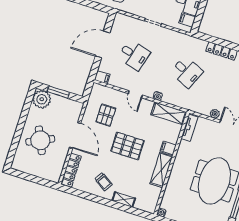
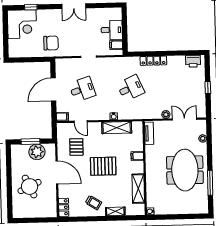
desk: (134, 55) -> (82, 89), turned -33
desk: (187, 72) -> (131, 88), turned -48
door: (135, 94) -> (81, 122), moved
plant: (42, 99) -> (37, 152), moved
shelving: (169, 113) -> (117, 128), moved
locker: (71, 170) -> (64, 207), width x0.66
shelving: (161, 170) -> (138, 189), moved

